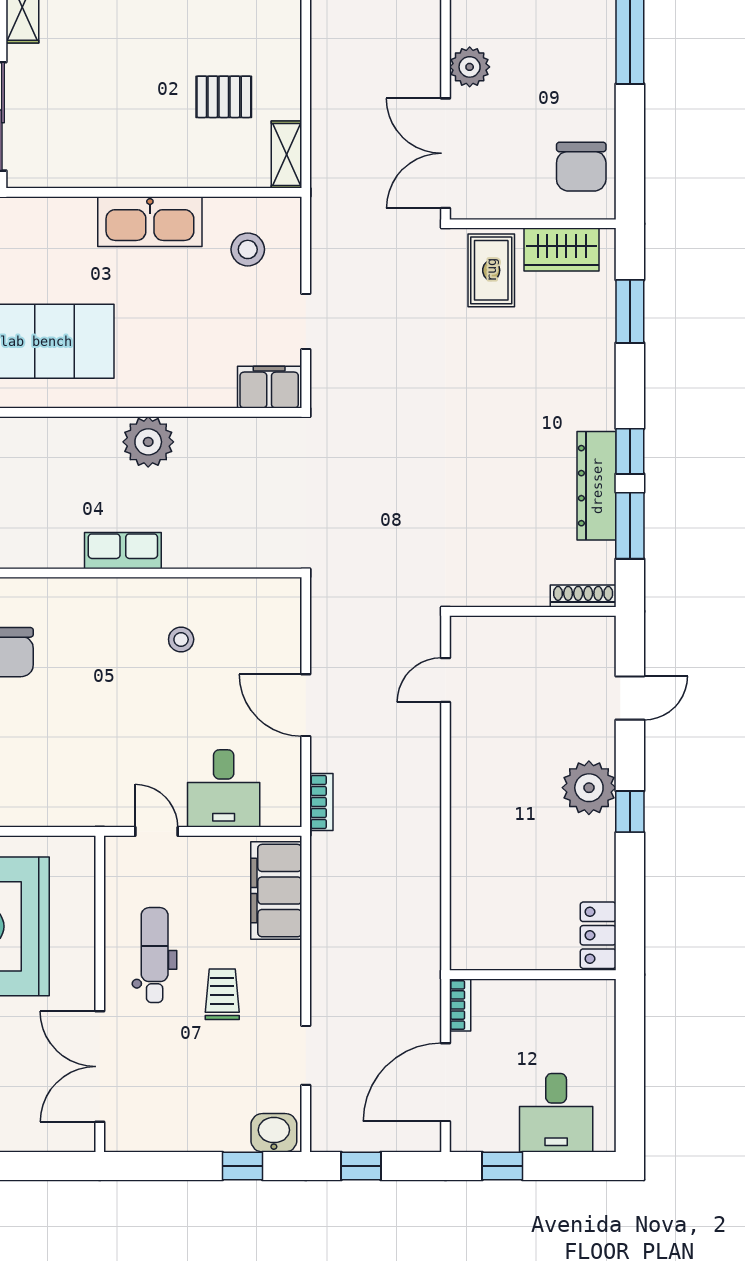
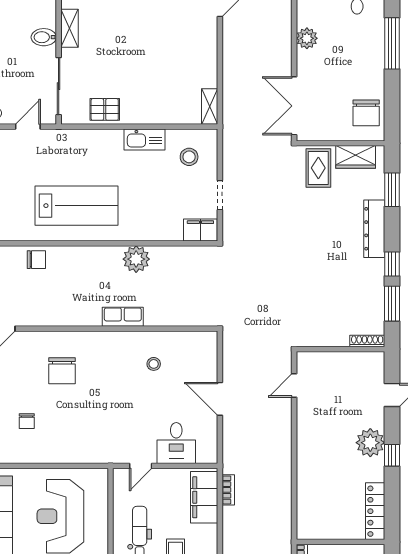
plant: (470, 67) -> (307, 38), moved
pallet: (224, 97) -> (105, 109), moved
kitchen sink: (150, 222) -> (144, 139), width x0.73, depth x0.81
dresser: (597, 486) -> (374, 229), moved
bookcase: (321, 802) -> (228, 490), moved
door: (157, 831) -> (141, 466), swing flipped
locker: (598, 935) -> (375, 511), width x1.53

